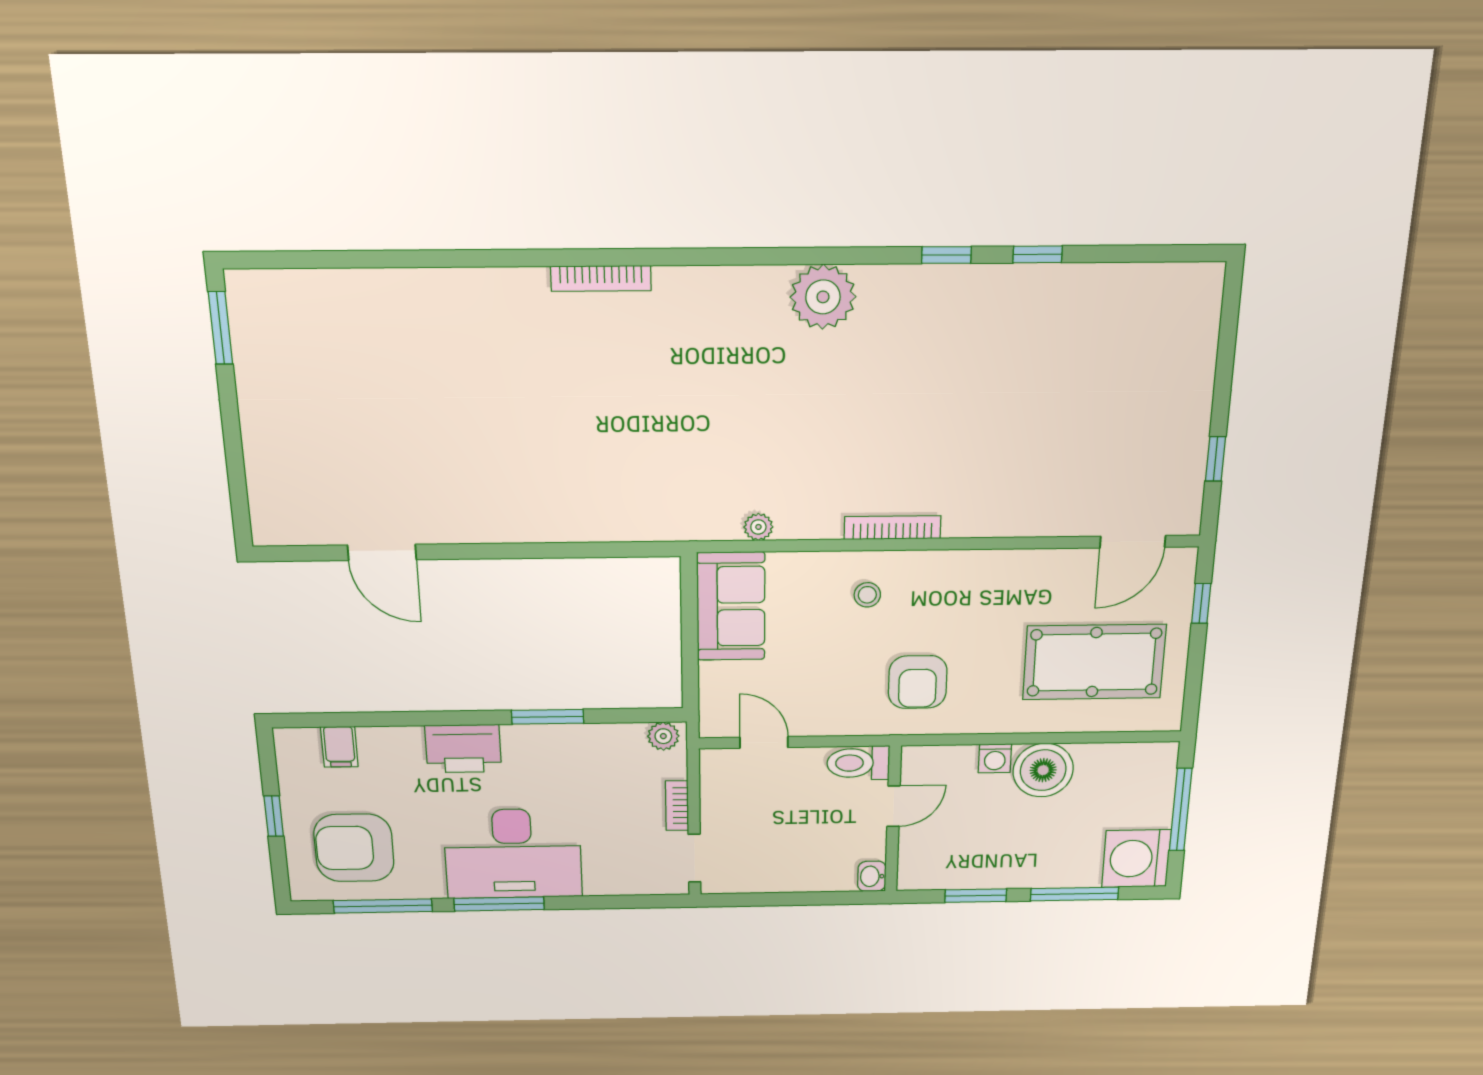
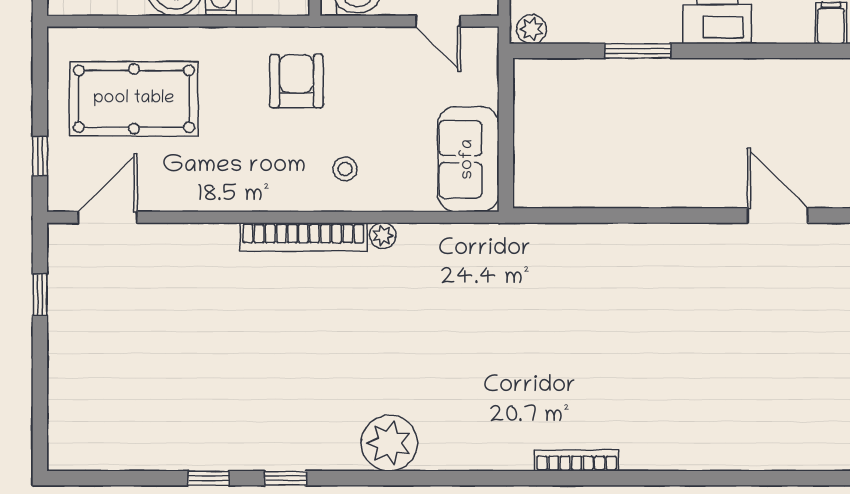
plant: (758, 527) -> (383, 236), moved
bookcase: (893, 528) -> (303, 237), width x1.48, depth x1.31

